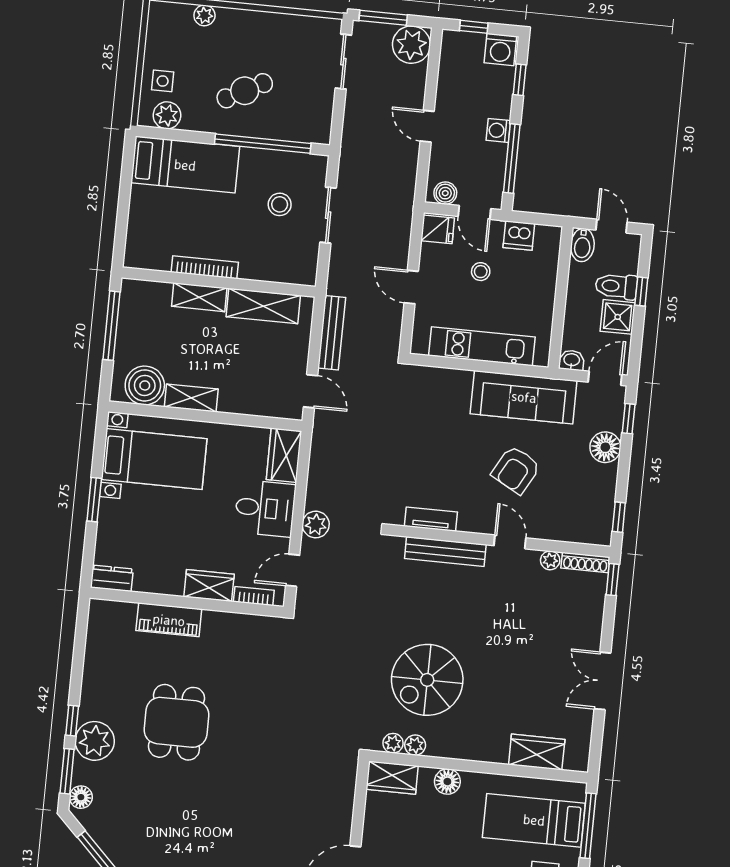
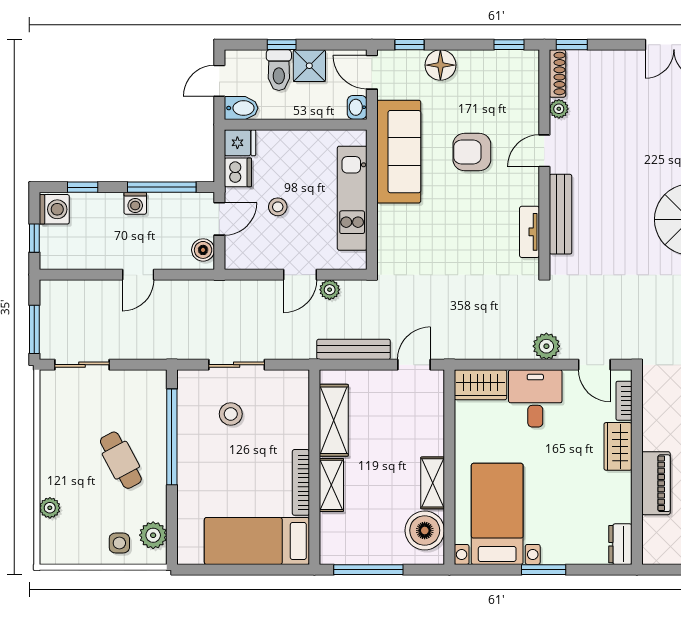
plant: (411, 45) -> (330, 290), moved, width x0.53, depth x0.53
bed: (185, 165) -> (257, 541), moved, turned -90
fridge: (438, 229) -> (240, 143), moved, turned 90
armchair: (516, 470) -> (472, 152), turned 151

